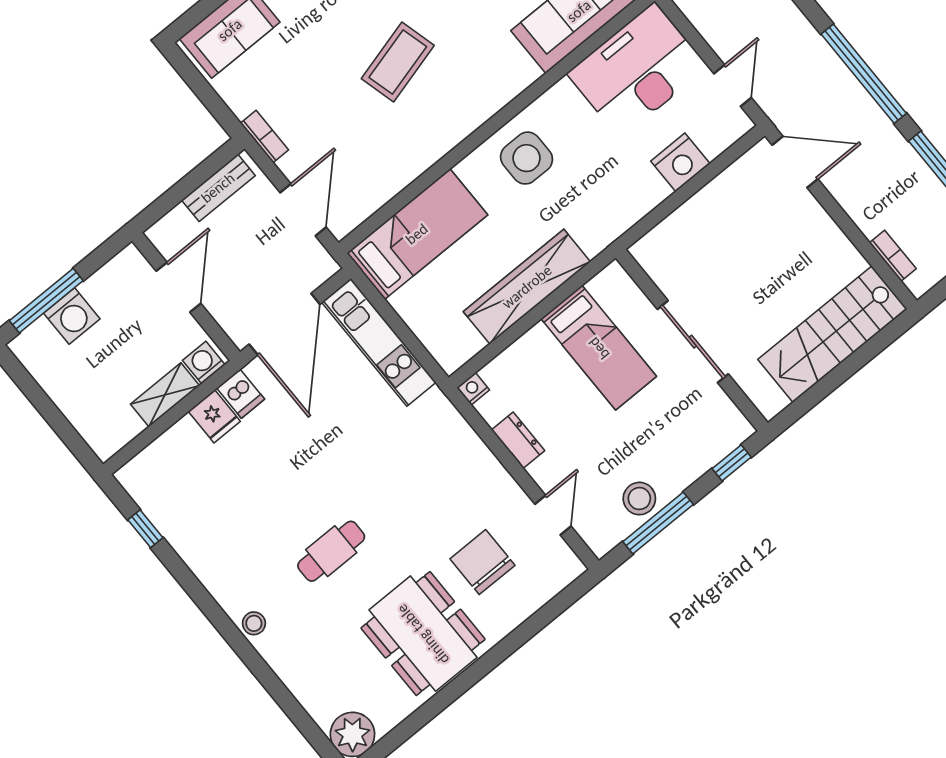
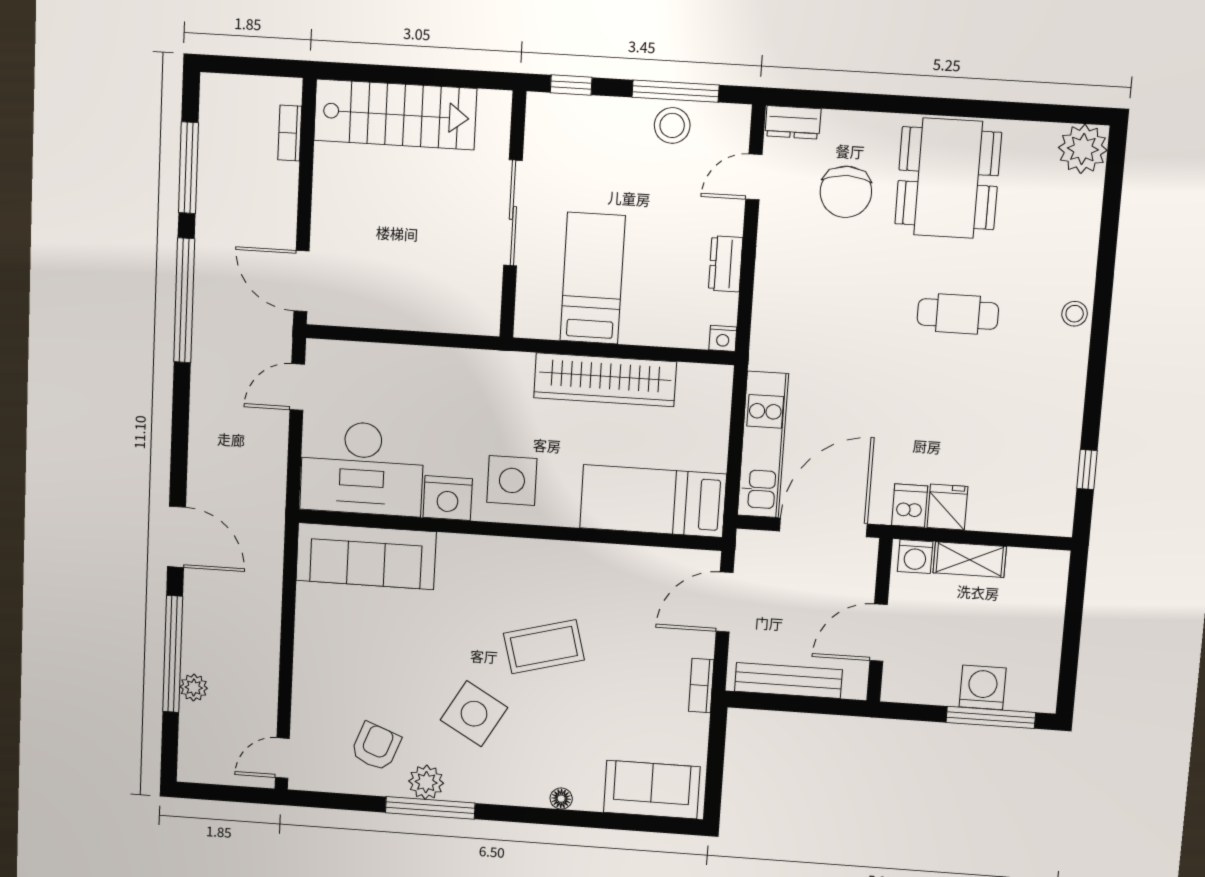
nightstand: (680, 162) -> (448, 498), moved, turned 180
bench: (218, 188) -> (788, 681), width x1.36
dresser: (561, 575) -> (793, 122), added

